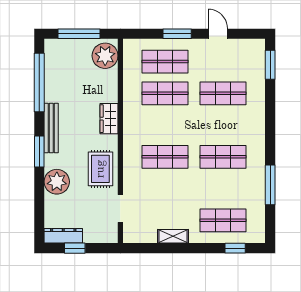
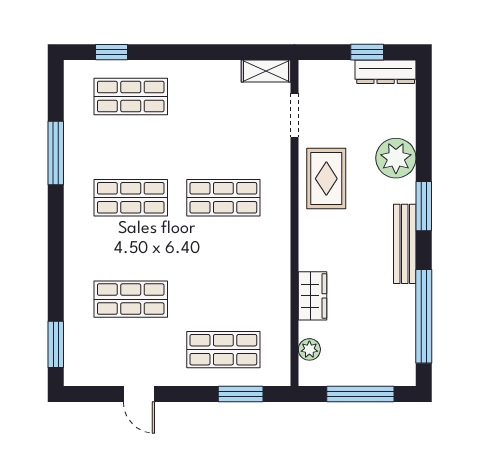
window: (177, 34) -> (241, 394), moved
plant: (105, 56) -> (309, 349), width x0.53, depth x0.53
shop shelf: (165, 93) -> (223, 299), removed
wardrobe: (109, 119) -> (313, 296), moved
shelving: (173, 236) -> (266, 71), moved

